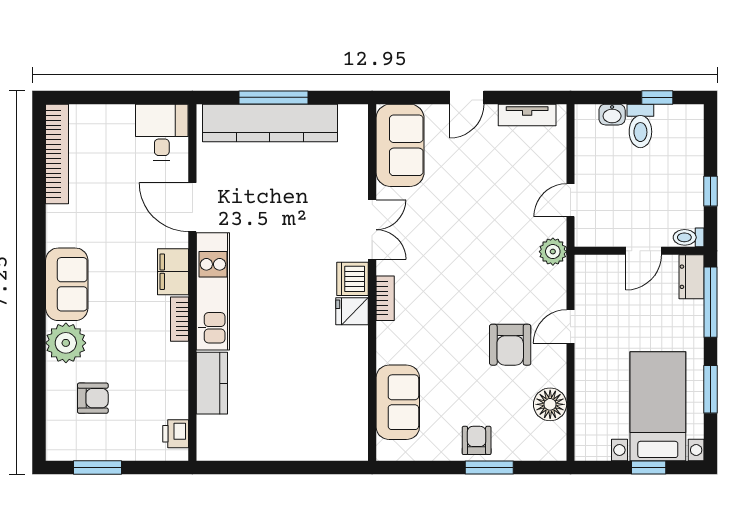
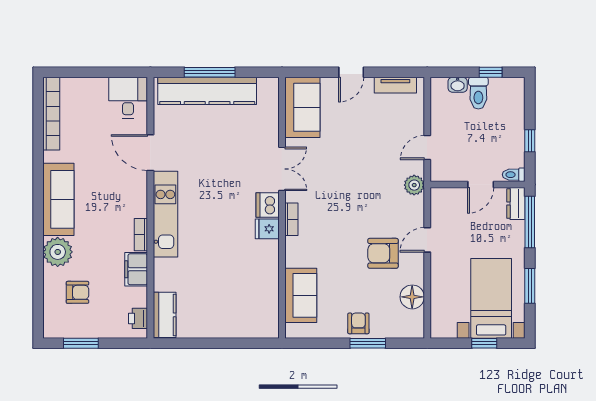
filing cabinet: (173, 272) -> (136, 269), moved
sofa: (67, 284) -> (58, 199), width x1.36
armchair: (510, 345) -> (383, 253), turned 90
kitchen counter: (212, 383) -> (165, 315), moved

